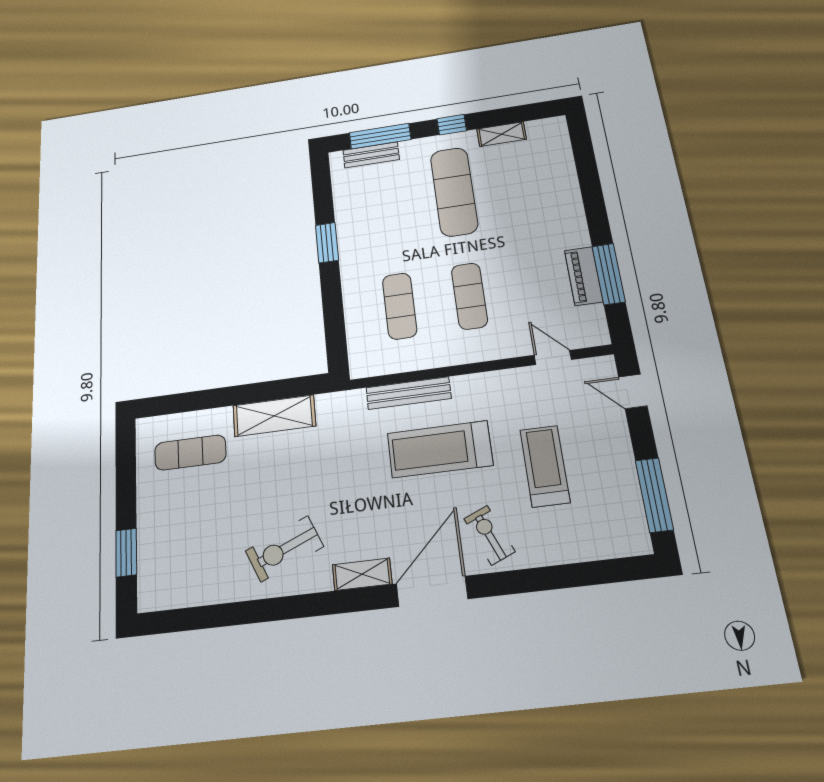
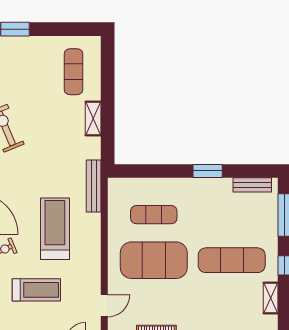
bench: (371, 155) -> (252, 185), moved, turned 90
exercise mat: (469, 296) -> (154, 260), width x2.00, depth x1.45
bench: (408, 393) -> (94, 186), moved
shelving: (274, 416) -> (93, 119), width x0.67, depth x0.75

